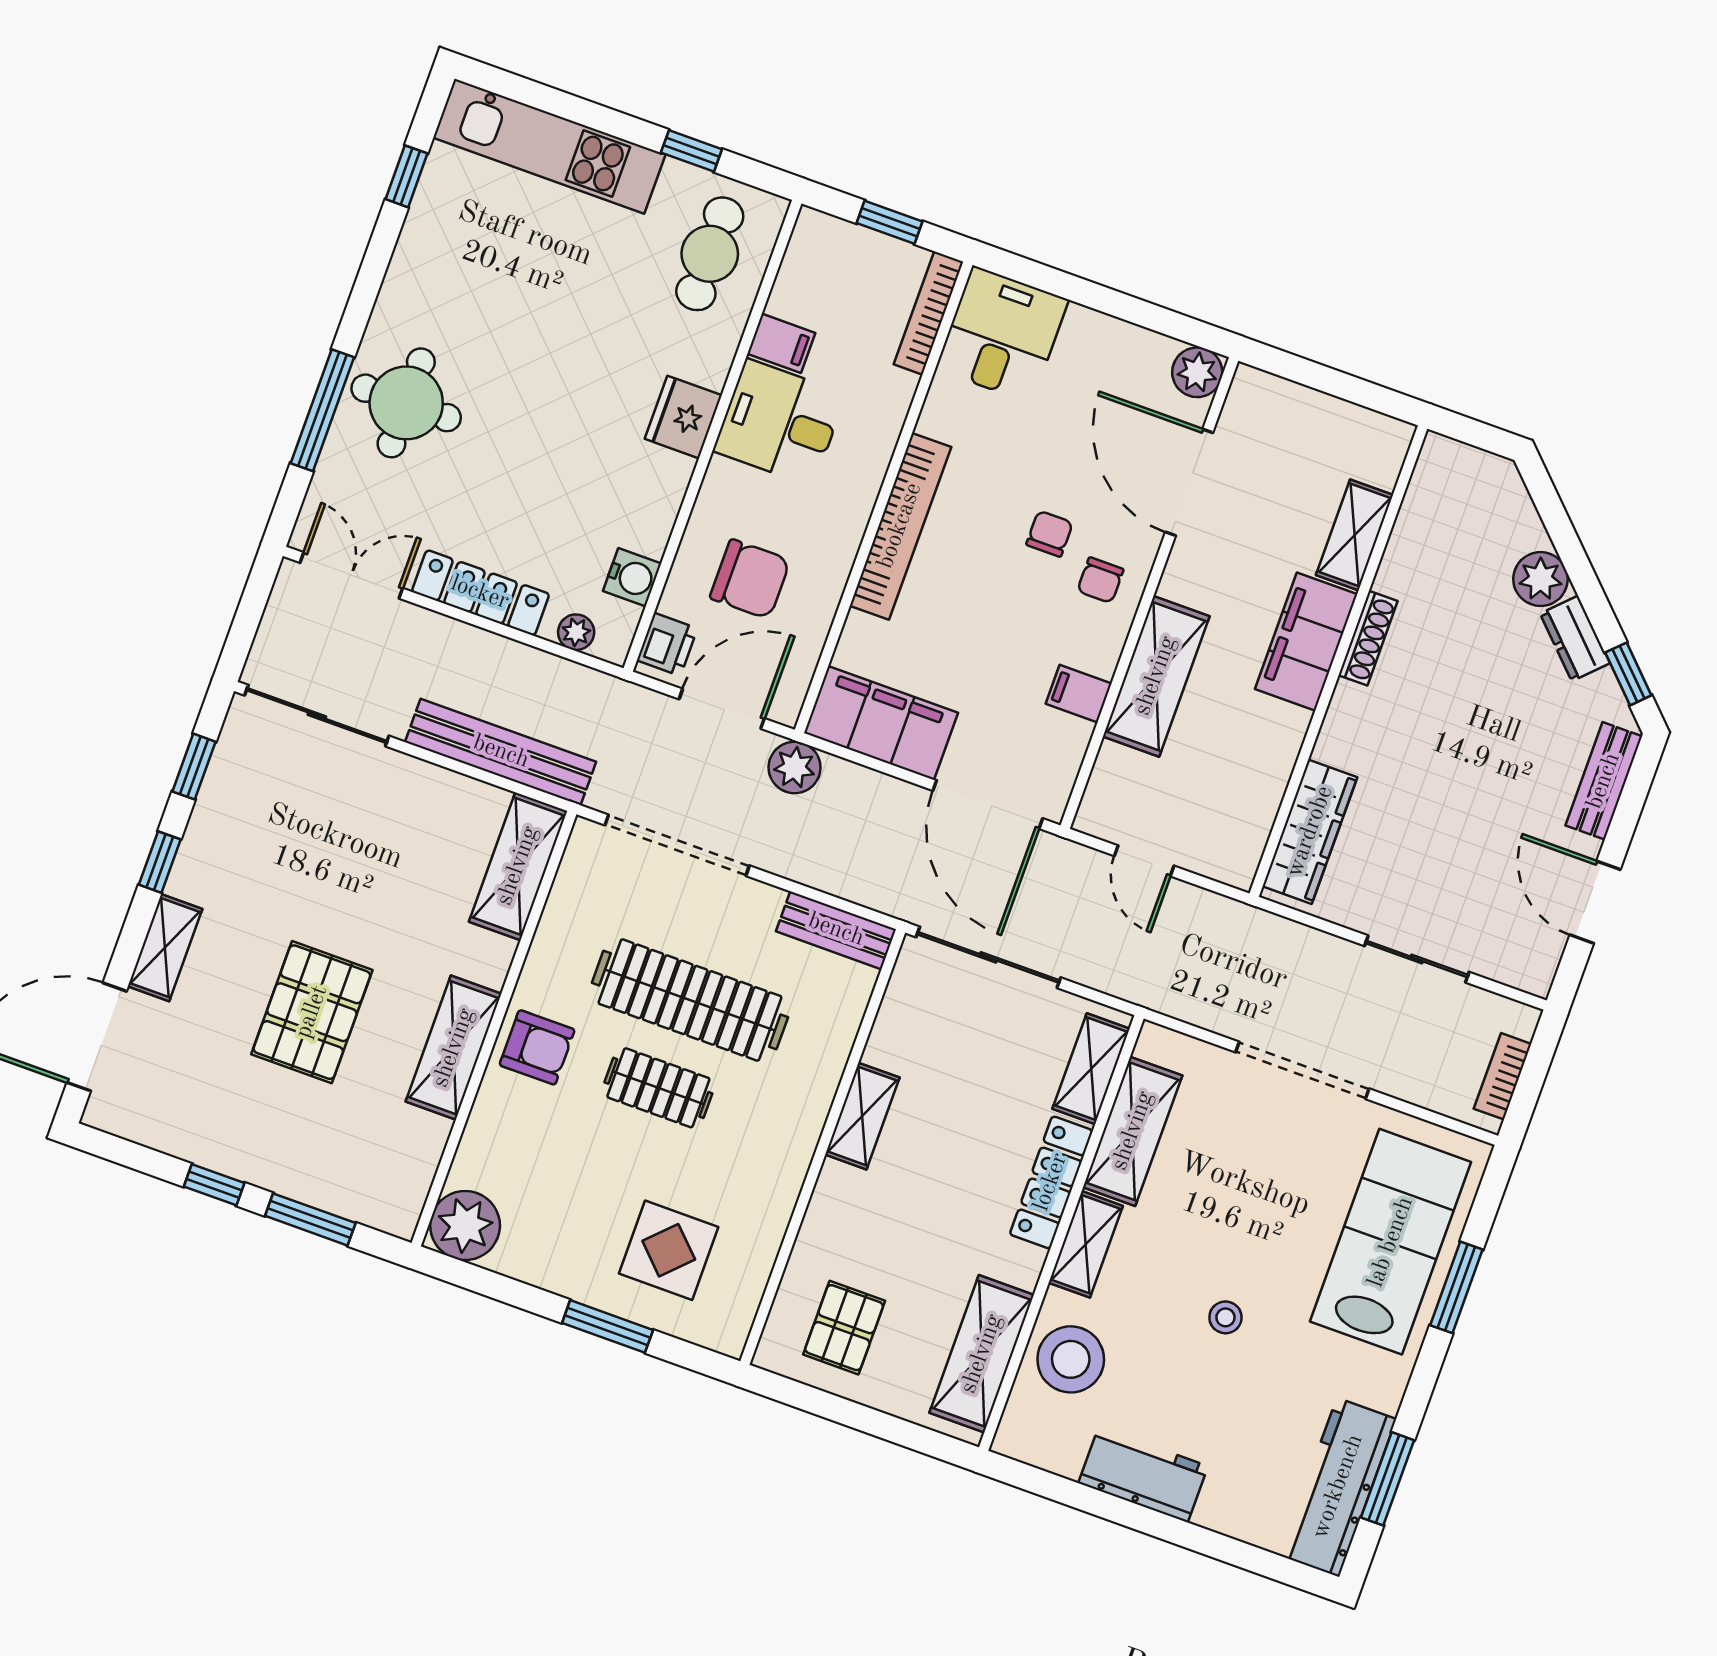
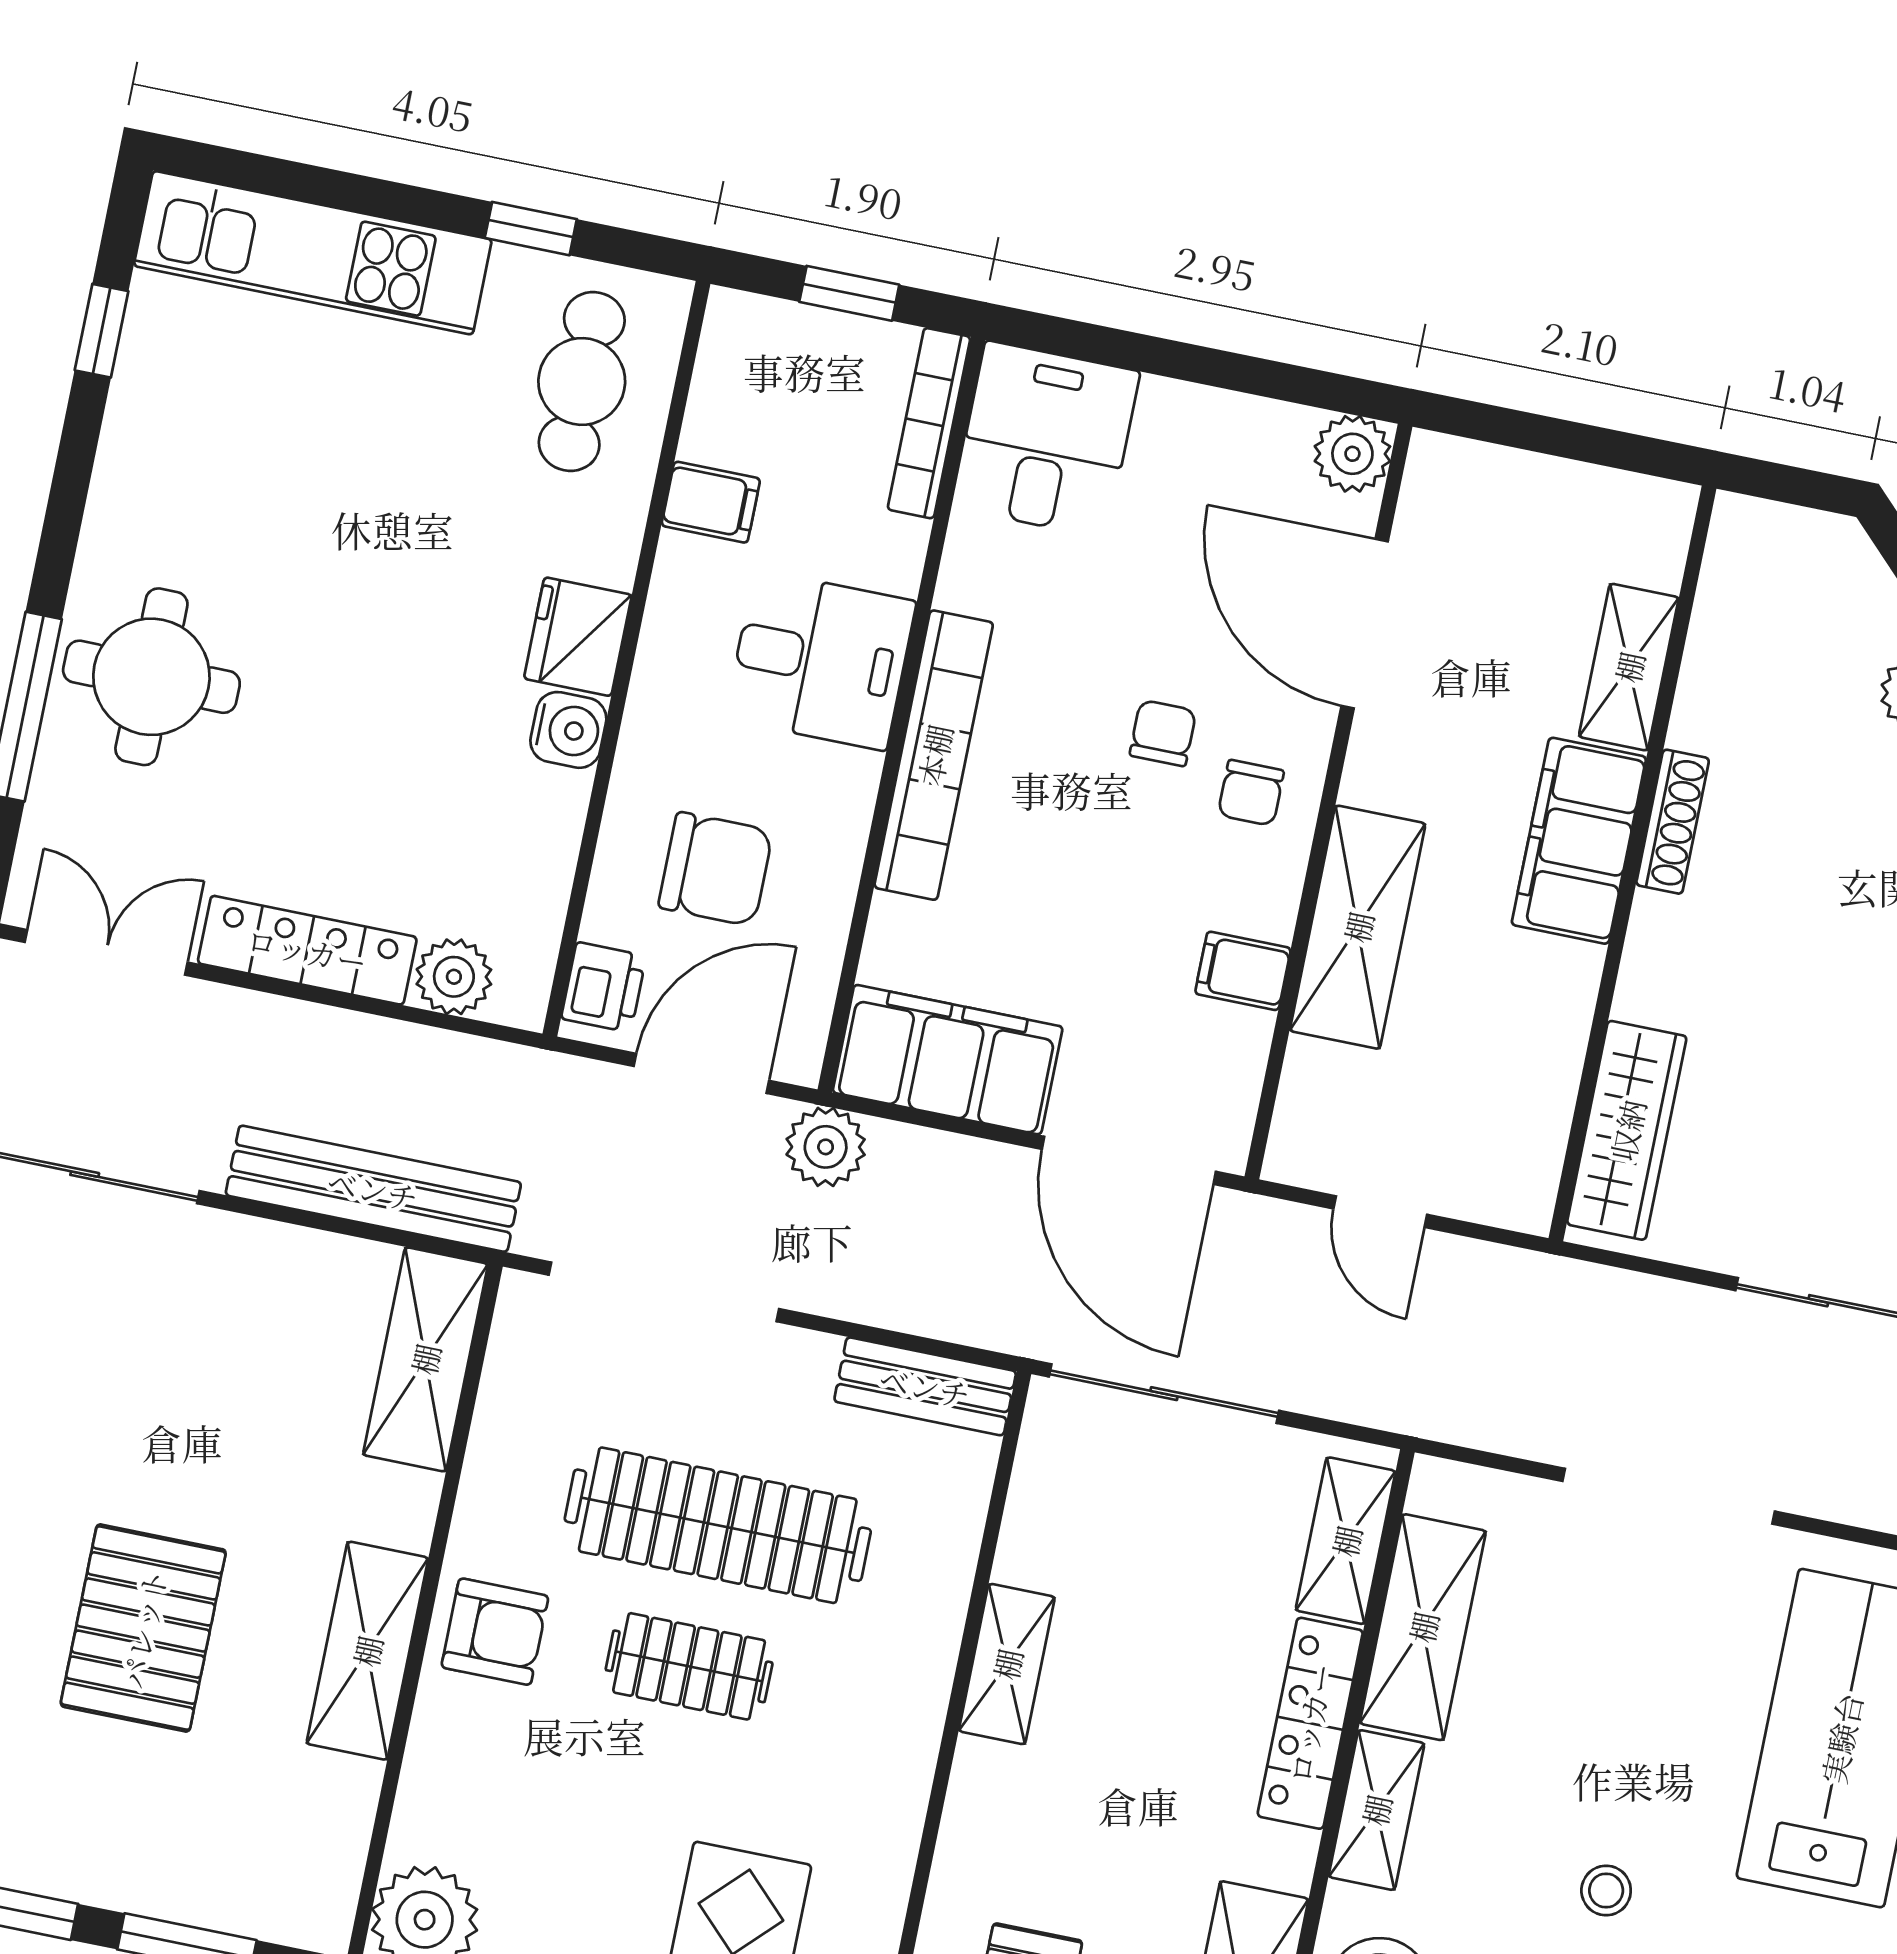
desk: (779, 422) -> (821, 660), moved, turned 180
water cooler: (632, 577) -> (568, 730), moved
plant: (576, 632) -> (454, 977), width x1.38, depth x1.38

